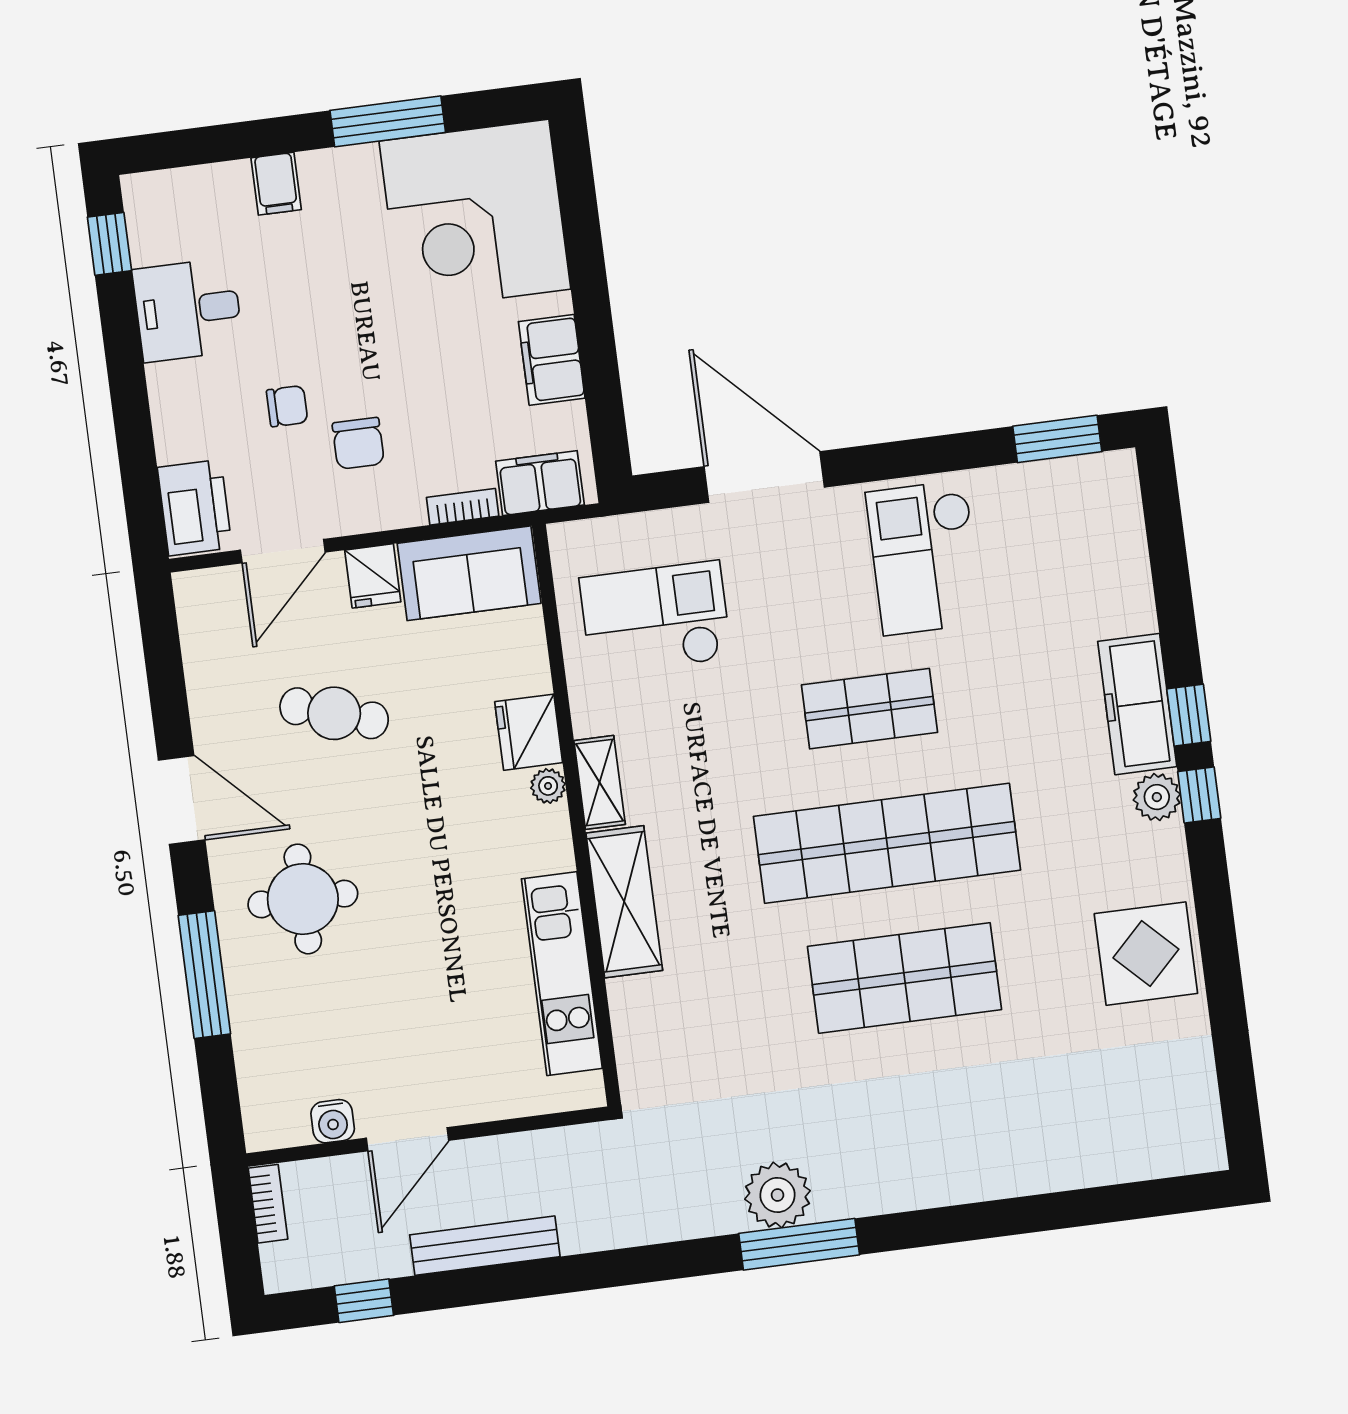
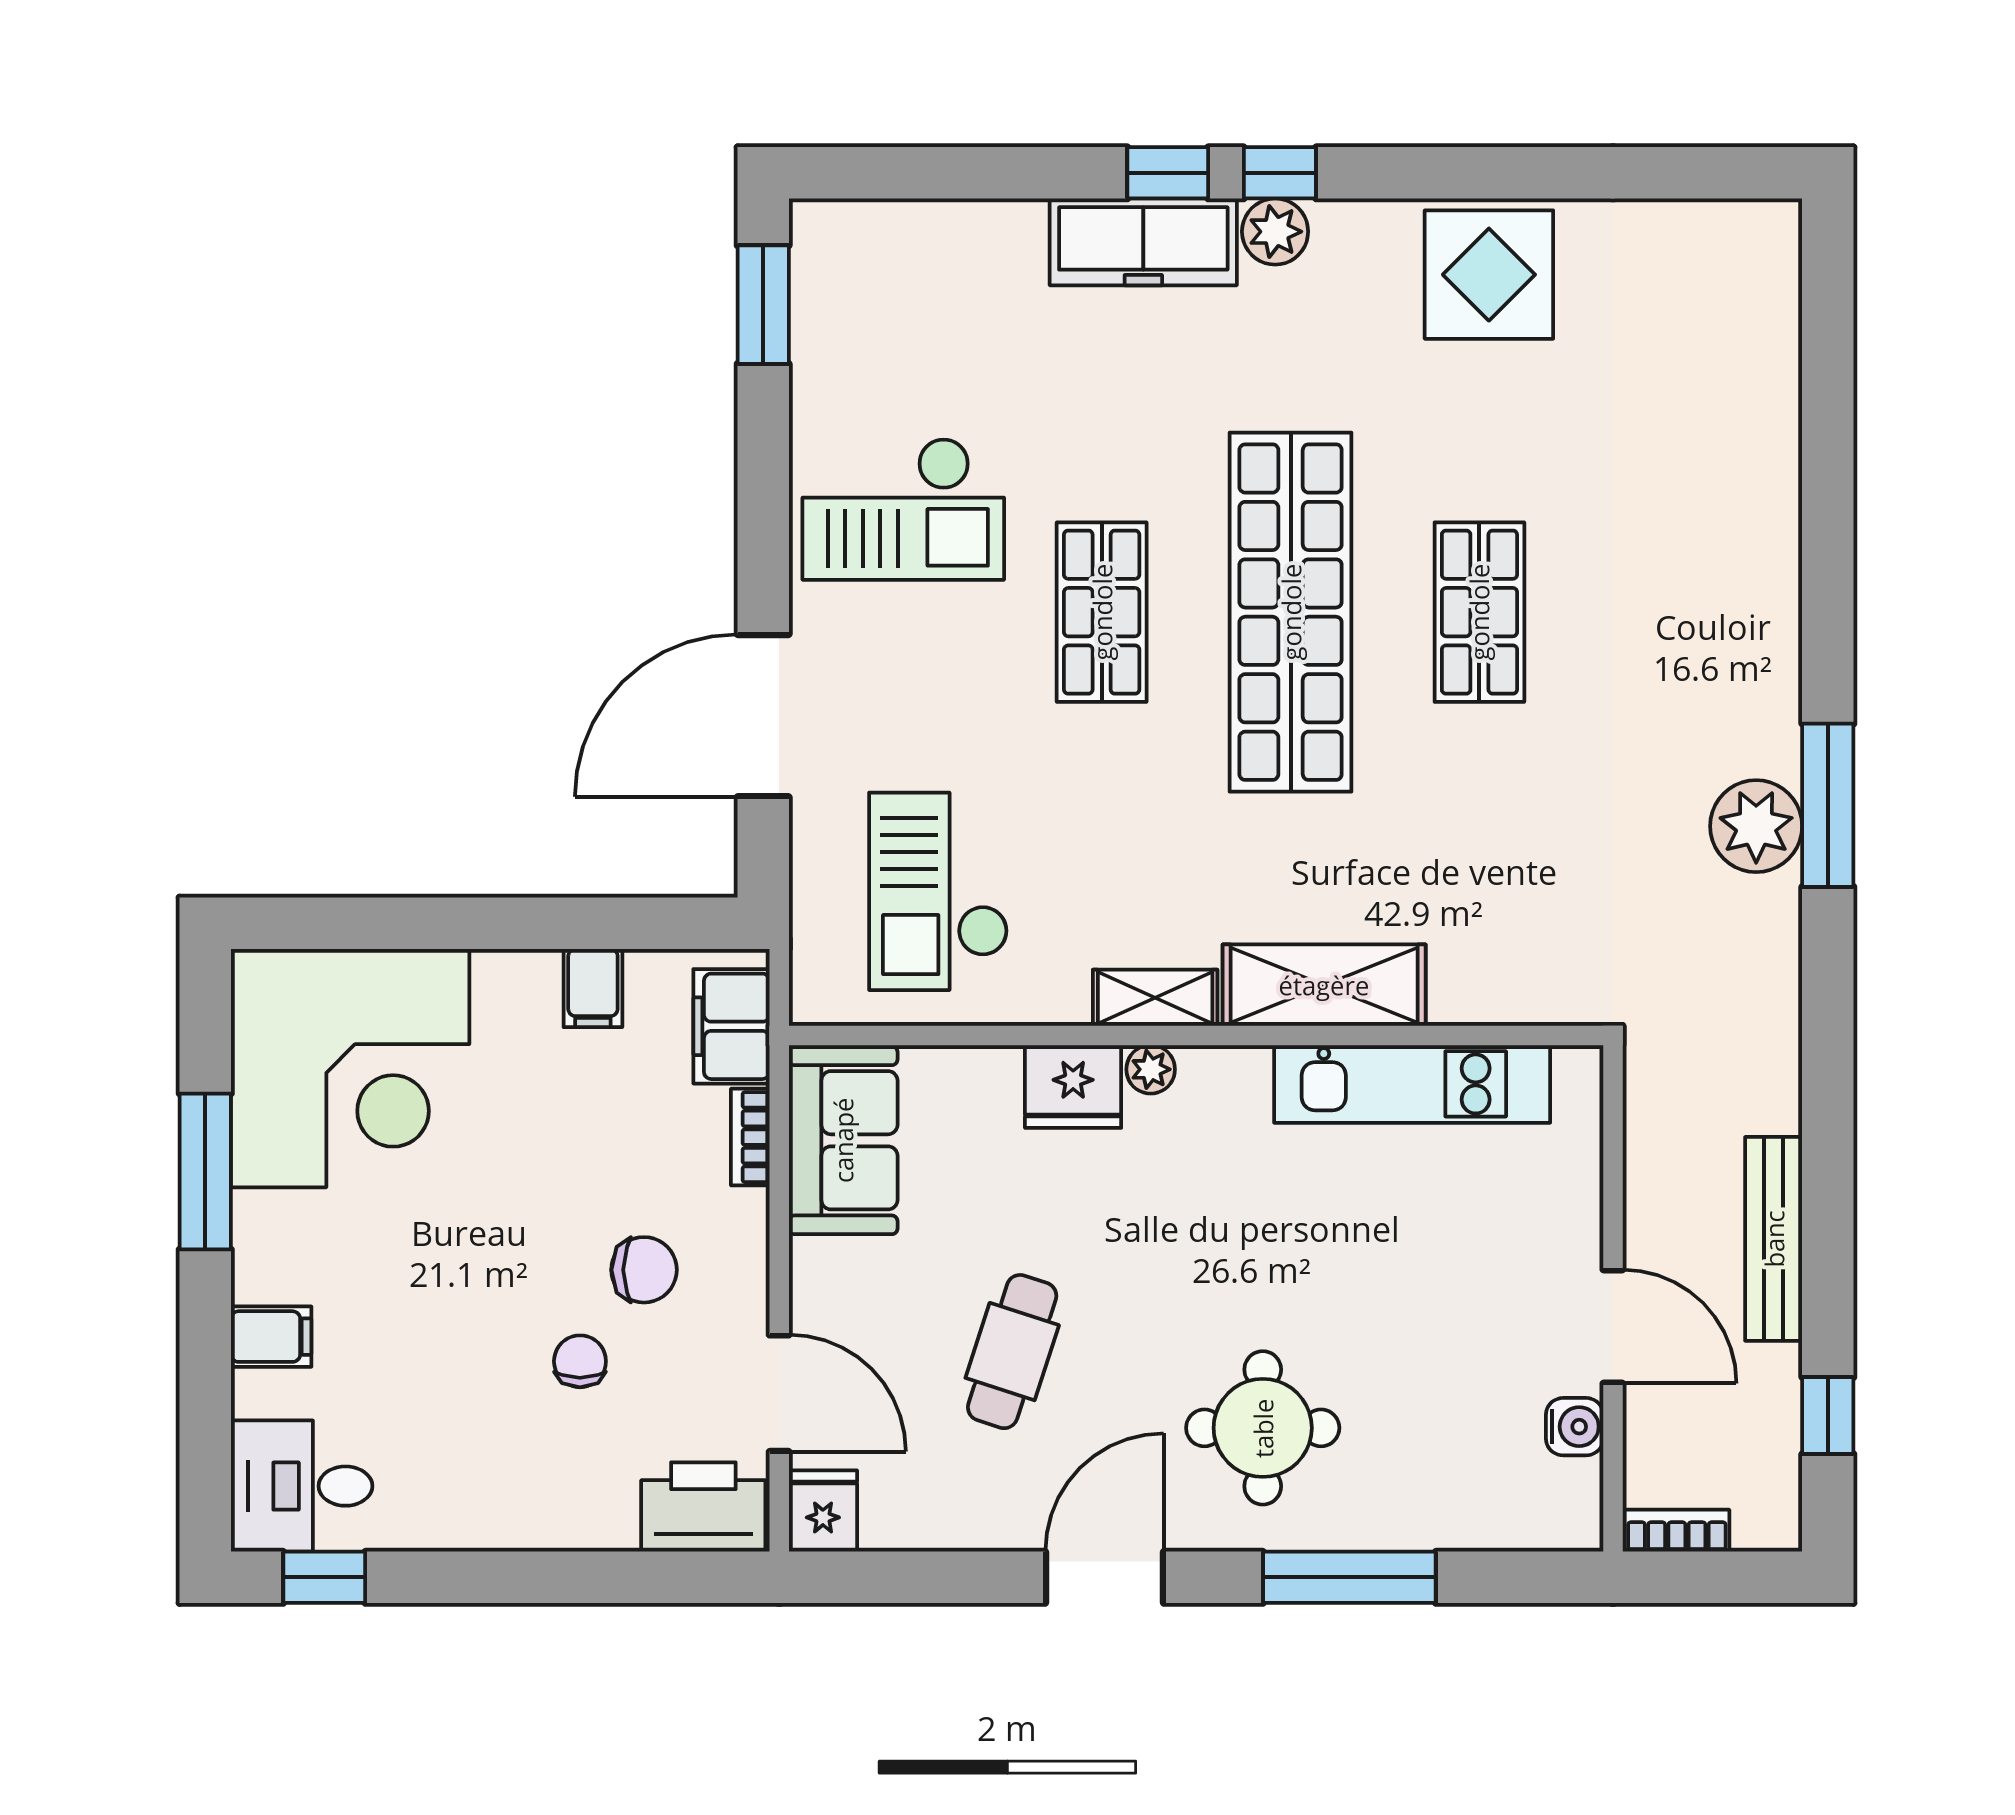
desk: (188, 310) -> (302, 1486), moved, turned 90
filing cabinet: (552, 360) -> (593, 988), width x0.50
fridge: (373, 576) -> (823, 1511), moved, turned -90
shop shelf: (904, 978) -> (1479, 612), width x0.70, depth x0.74

